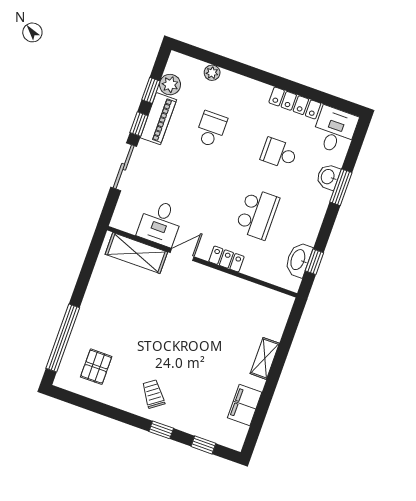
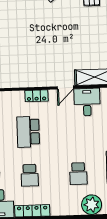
plant: (212, 73) -> (92, 205), width x1.88, depth x1.88
school desk: (279, 153) -> (30, 175), turned 90

